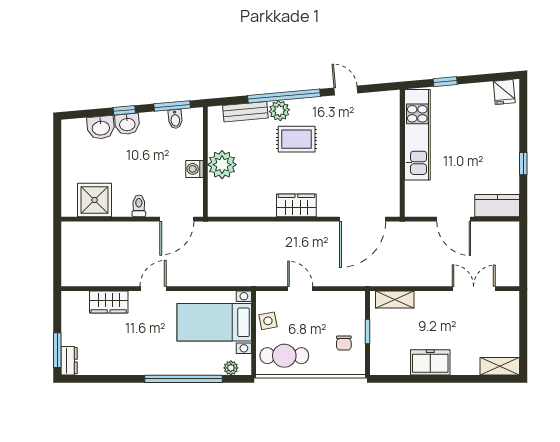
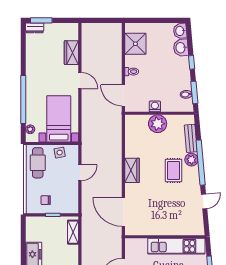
washbasin: (127, 124) -> (180, 31), moved

